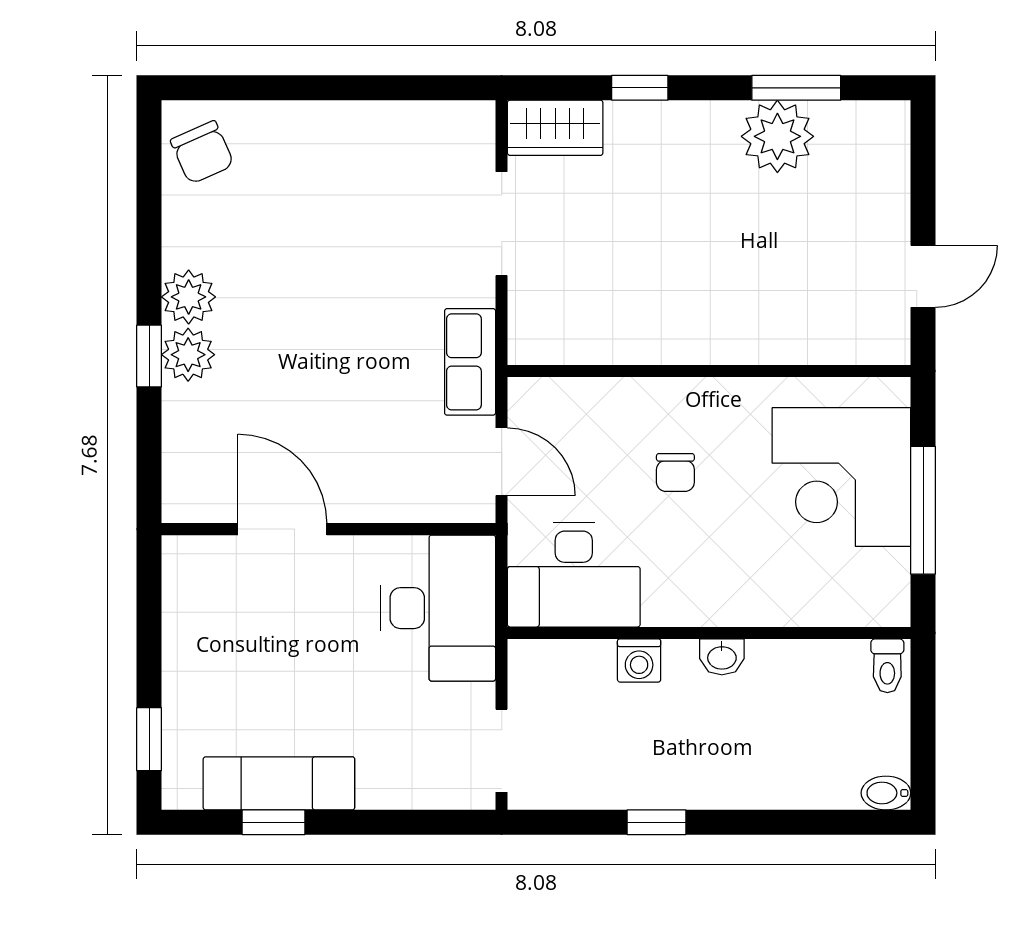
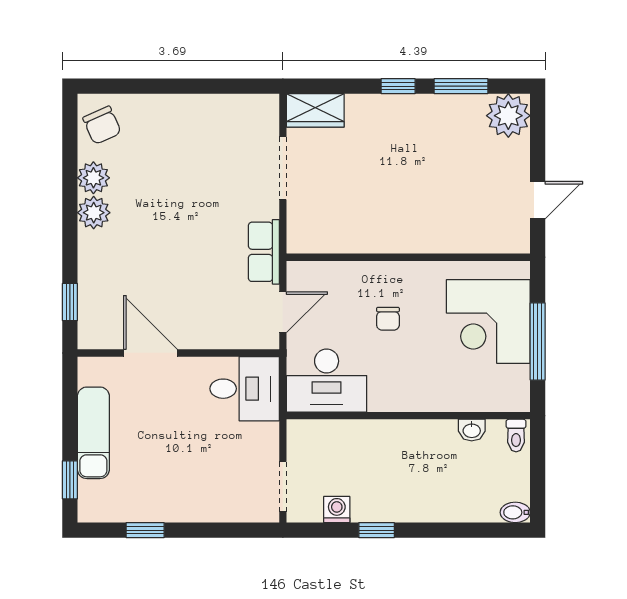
window: (640, 88) -> (398, 86), moved
plant: (777, 136) -> (508, 116), moved
plant: (188, 355) -> (93, 178), moved
window: (149, 356) -> (70, 302), moved
door: (502, 462) -> (283, 312), hinge flipped
desk: (438, 608) -> (245, 389), width x0.73
washbasin: (722, 657) -> (472, 430), moved
washing machine: (639, 660) -> (337, 510), moved, turned 180
exam couch: (279, 783) -> (93, 433), moved, turned 90

